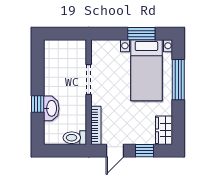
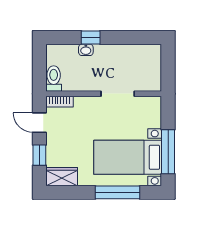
window: (141, 34) -> (168, 152), width x1.44
washbasin: (51, 108) -> (86, 50), width x0.52, depth x0.69
bookcase: (96, 125) -> (59, 102), width x0.64

